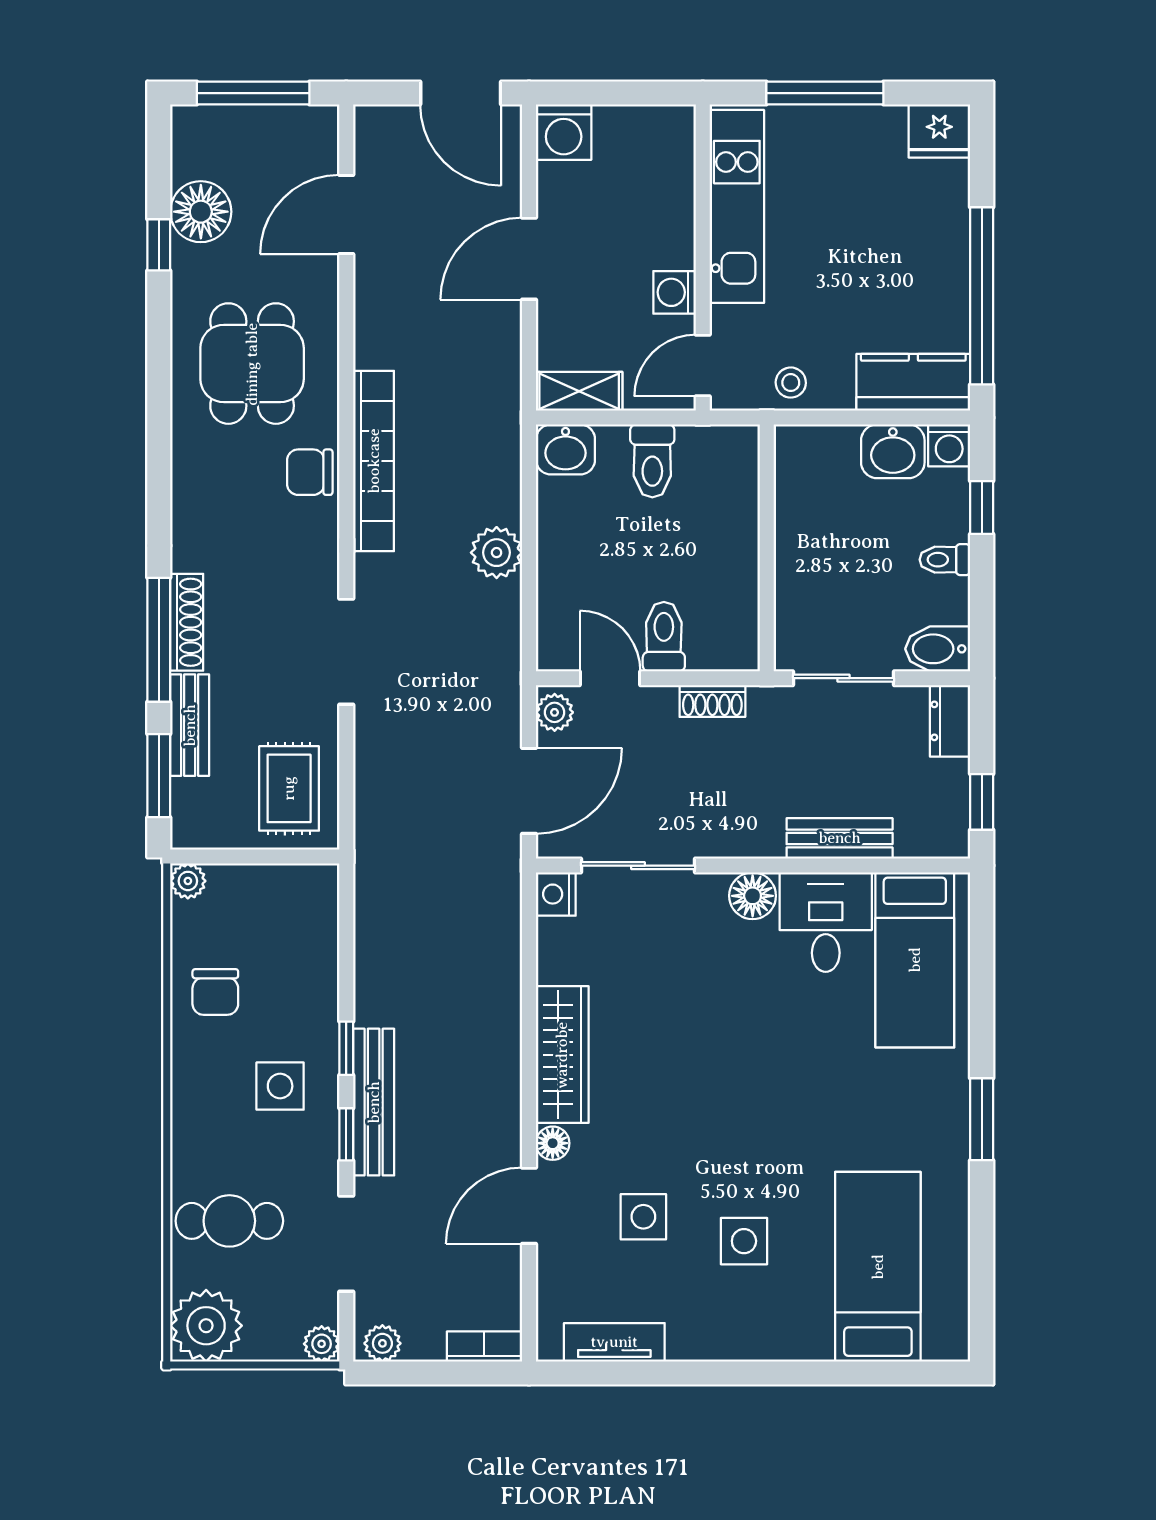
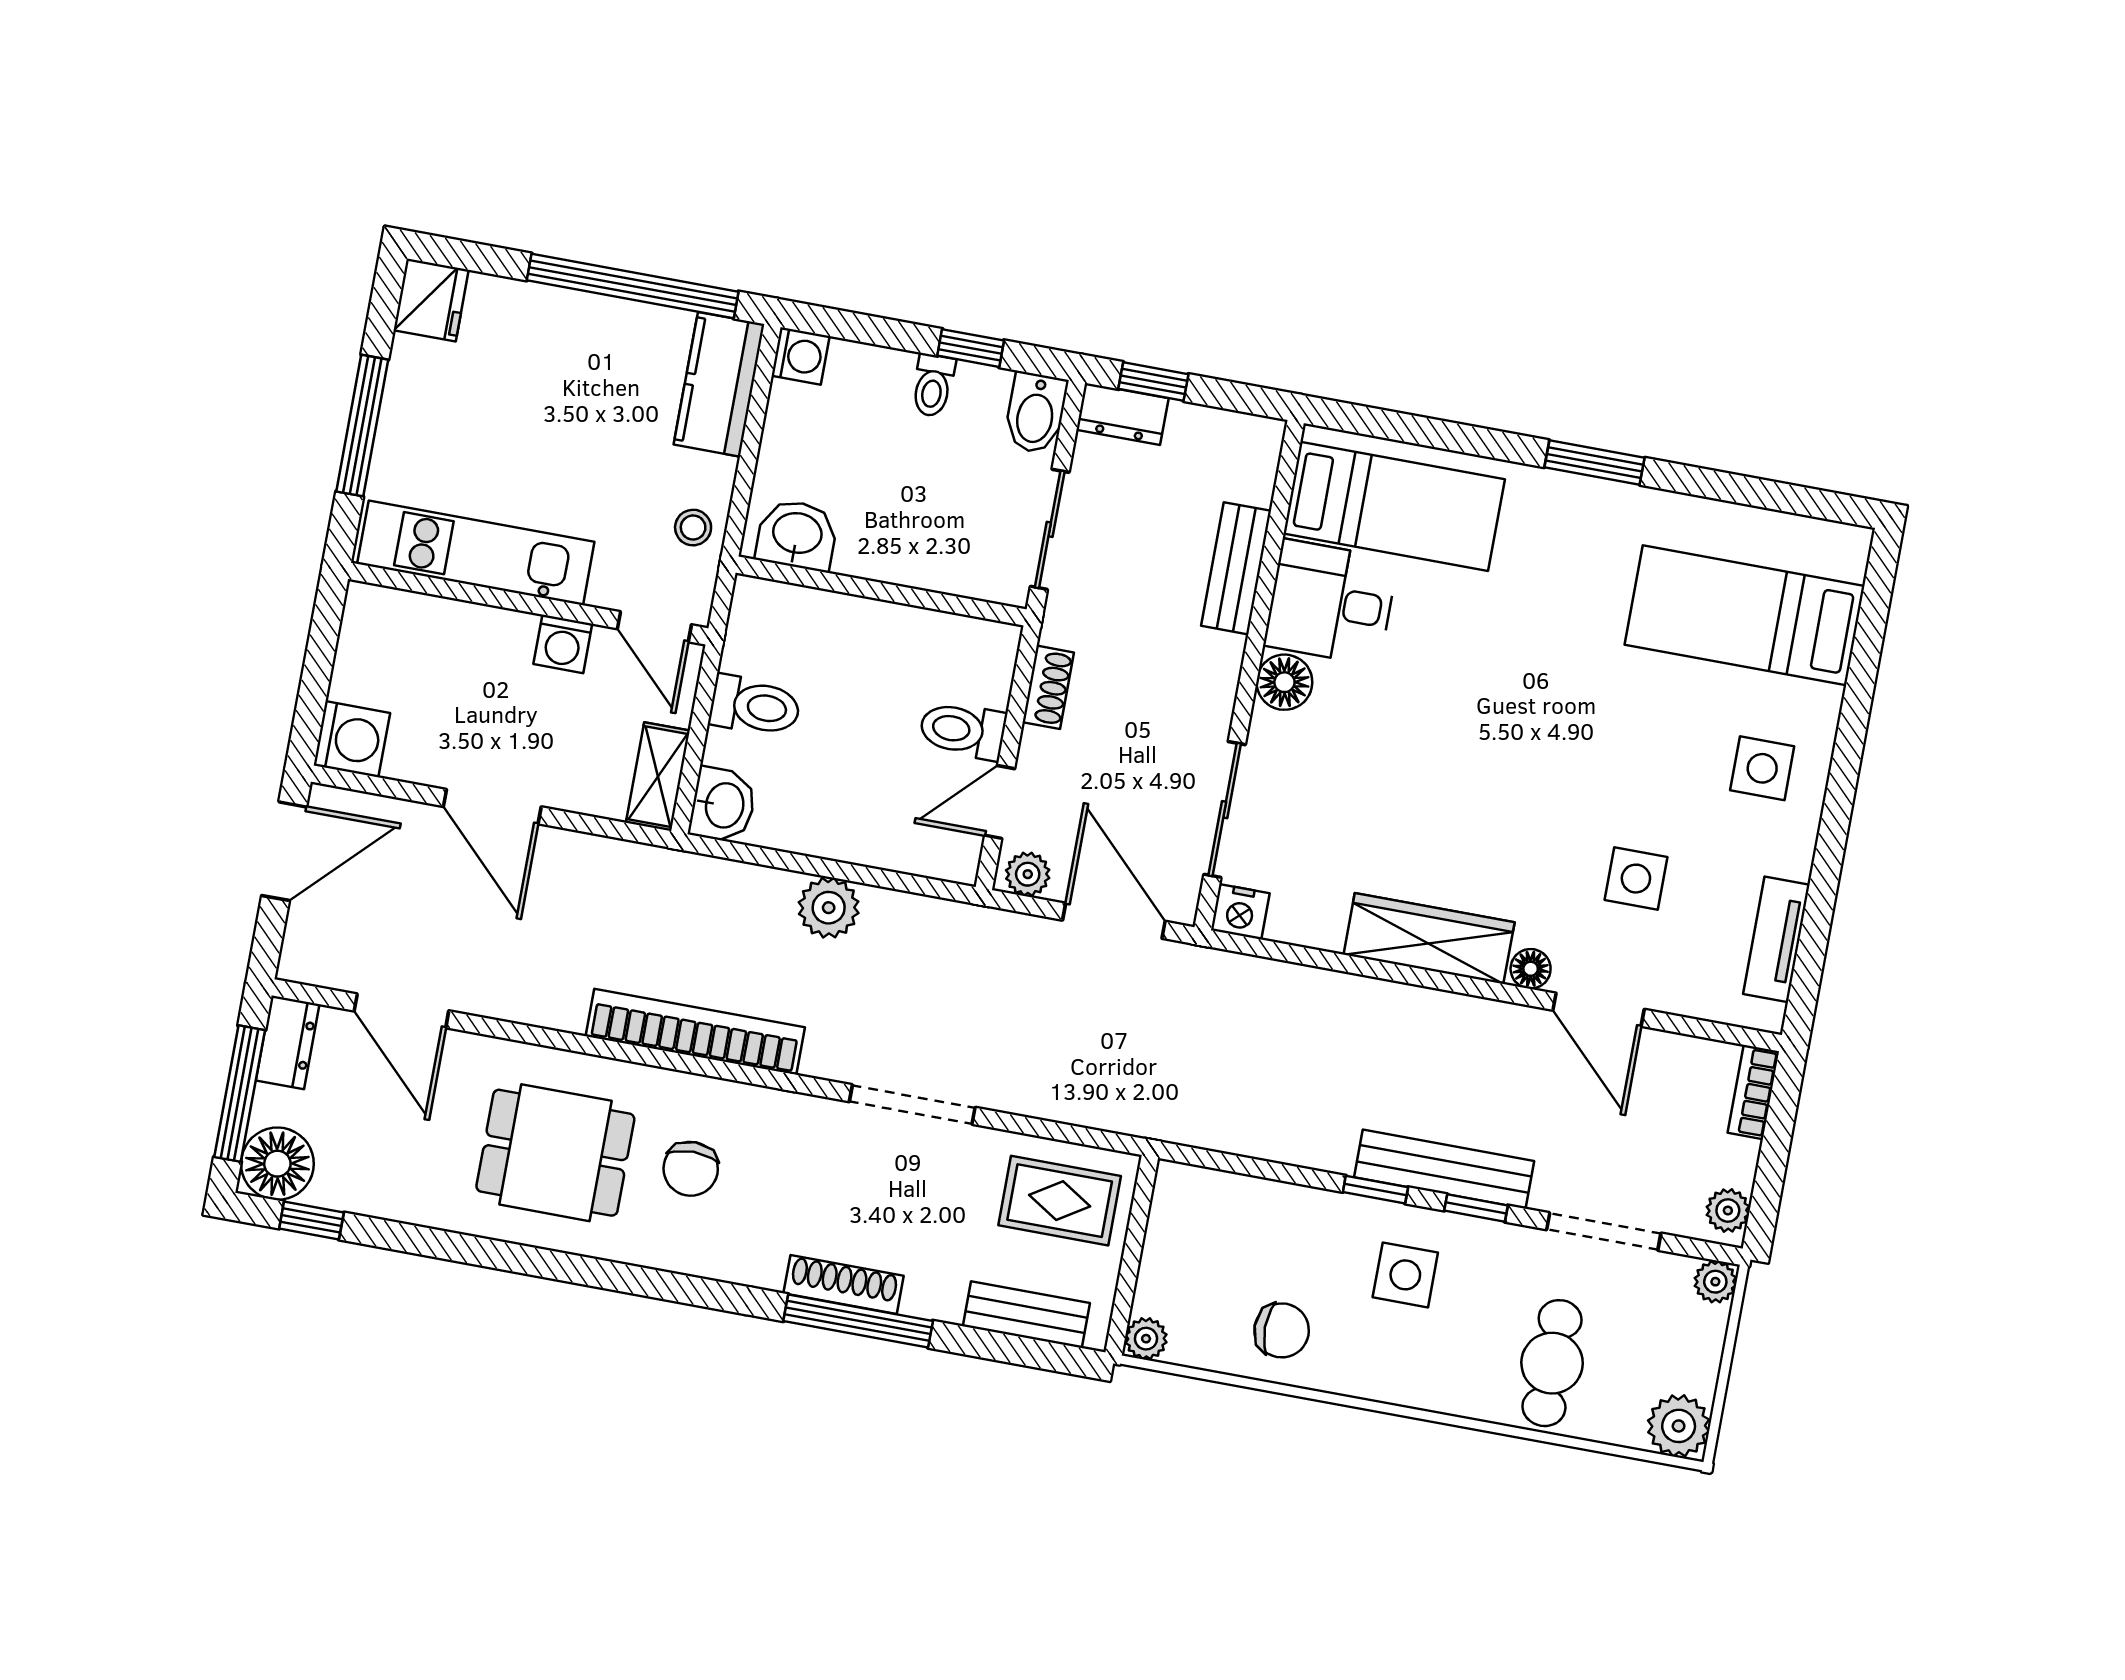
dresser: (303, 125) -> (288, 1042), added
floor lamp: (201, 212) -> (277, 1164), moved
window: (159, 245) -> (311, 1221), moved
washbasin: (893, 451) -> (797, 535), moved, turned -90
chair: (310, 472) -> (691, 1169), moved
window: (982, 507) -> (971, 348), moved
bench: (190, 725) -> (1026, 1315), moved
window: (159, 776) -> (1017, 1350), removed
window: (982, 802) -> (1153, 382), moved
side table: (744, 1241) -> (1762, 768), moved
plant: (206, 1326) -> (1679, 1426), width x0.73, depth x0.73

